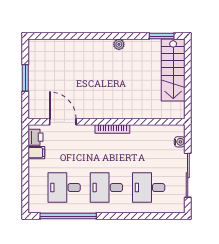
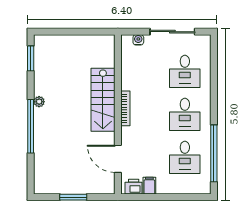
window: (95, 36) -> (31, 126), added
stairs: (173, 70) -> (103, 100), moved, turned 90
door: (63, 122) -> (118, 159), hinge flipped

